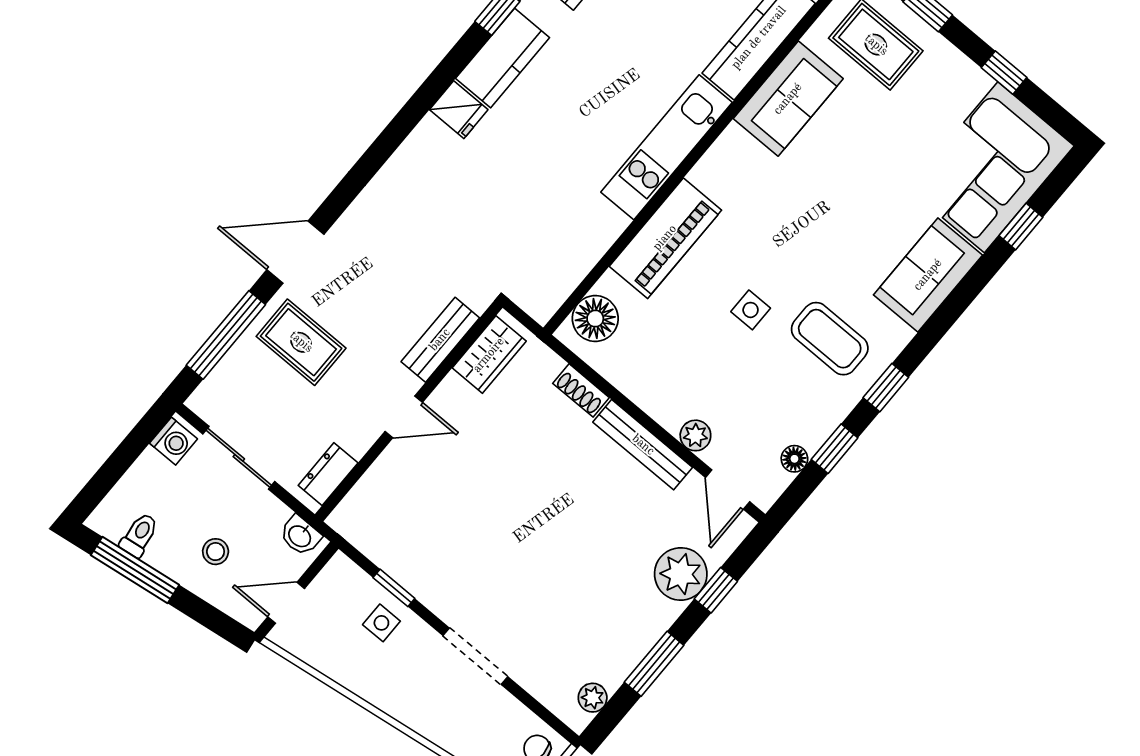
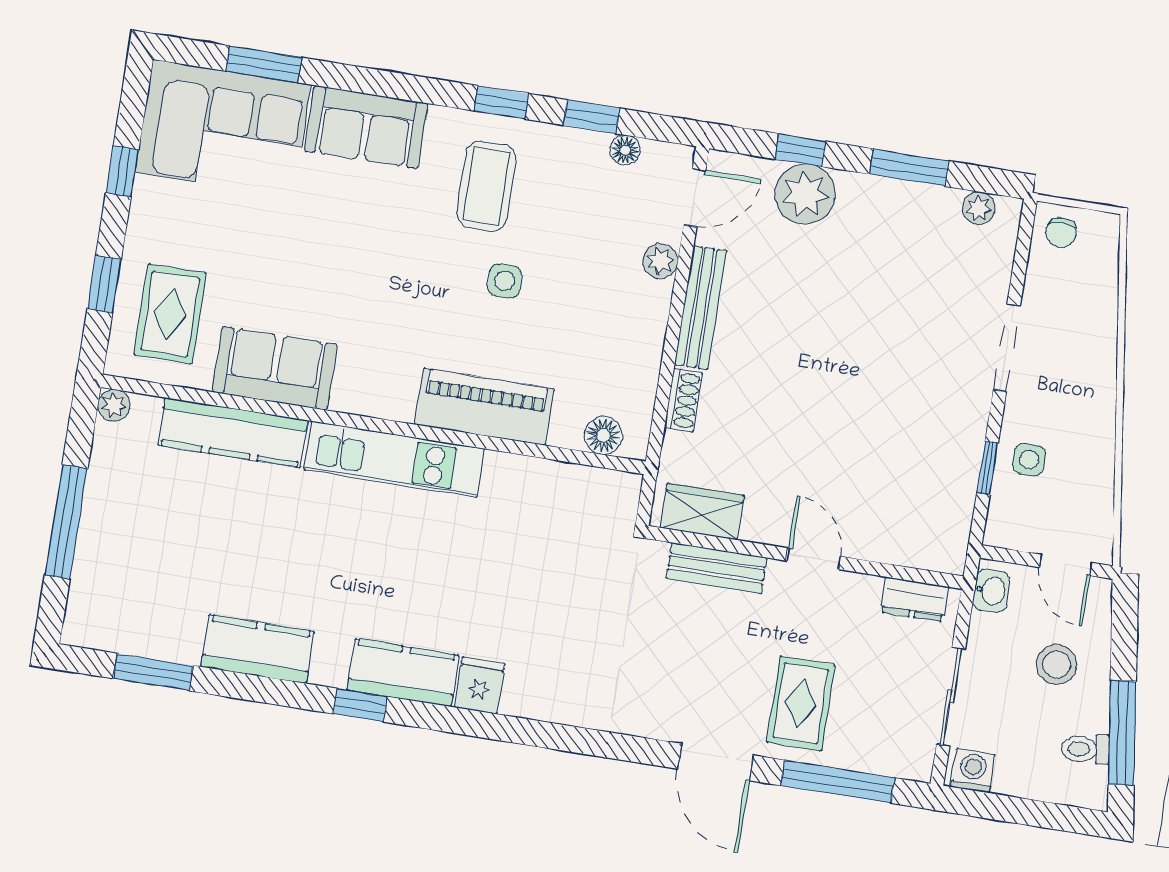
window: (1021, 227) -> (264, 64), width x1.50
floor lamp: (595, 319) -> (603, 435), width x0.73, depth x0.73
stool: (216, 552) -> (1057, 664), width x1.37, depth x1.37

